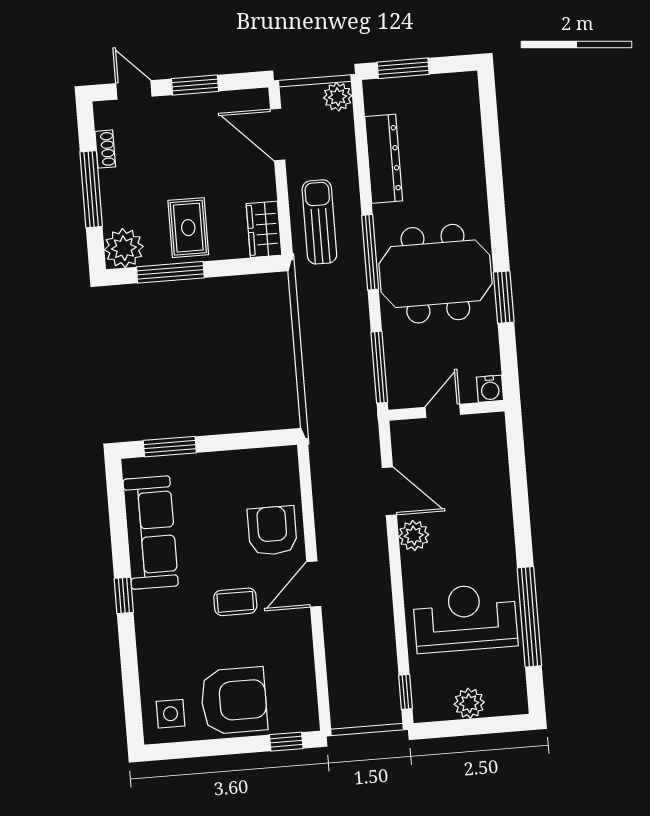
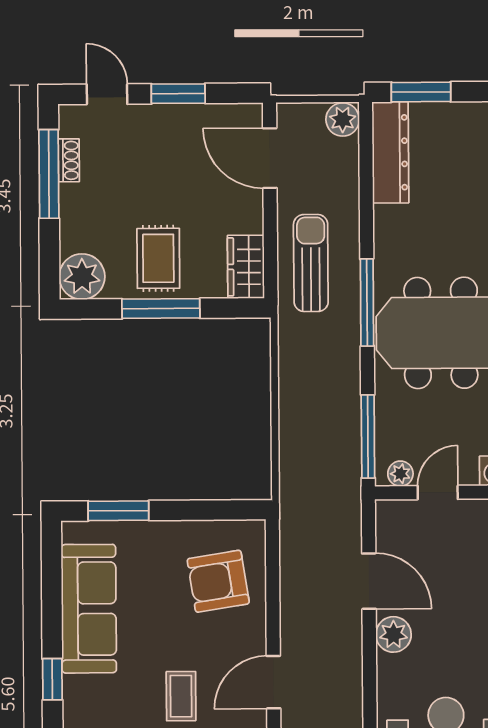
dresser: (384, 159) -> (390, 152), moved
window: (91, 189) -> (49, 174), moved
window: (170, 272) -> (161, 309), moved
plant: (410, 397) -> (400, 474), added
armchair: (272, 531) -> (218, 581), moved, turned -99
coffee table: (235, 602) -> (181, 696), turned 90

